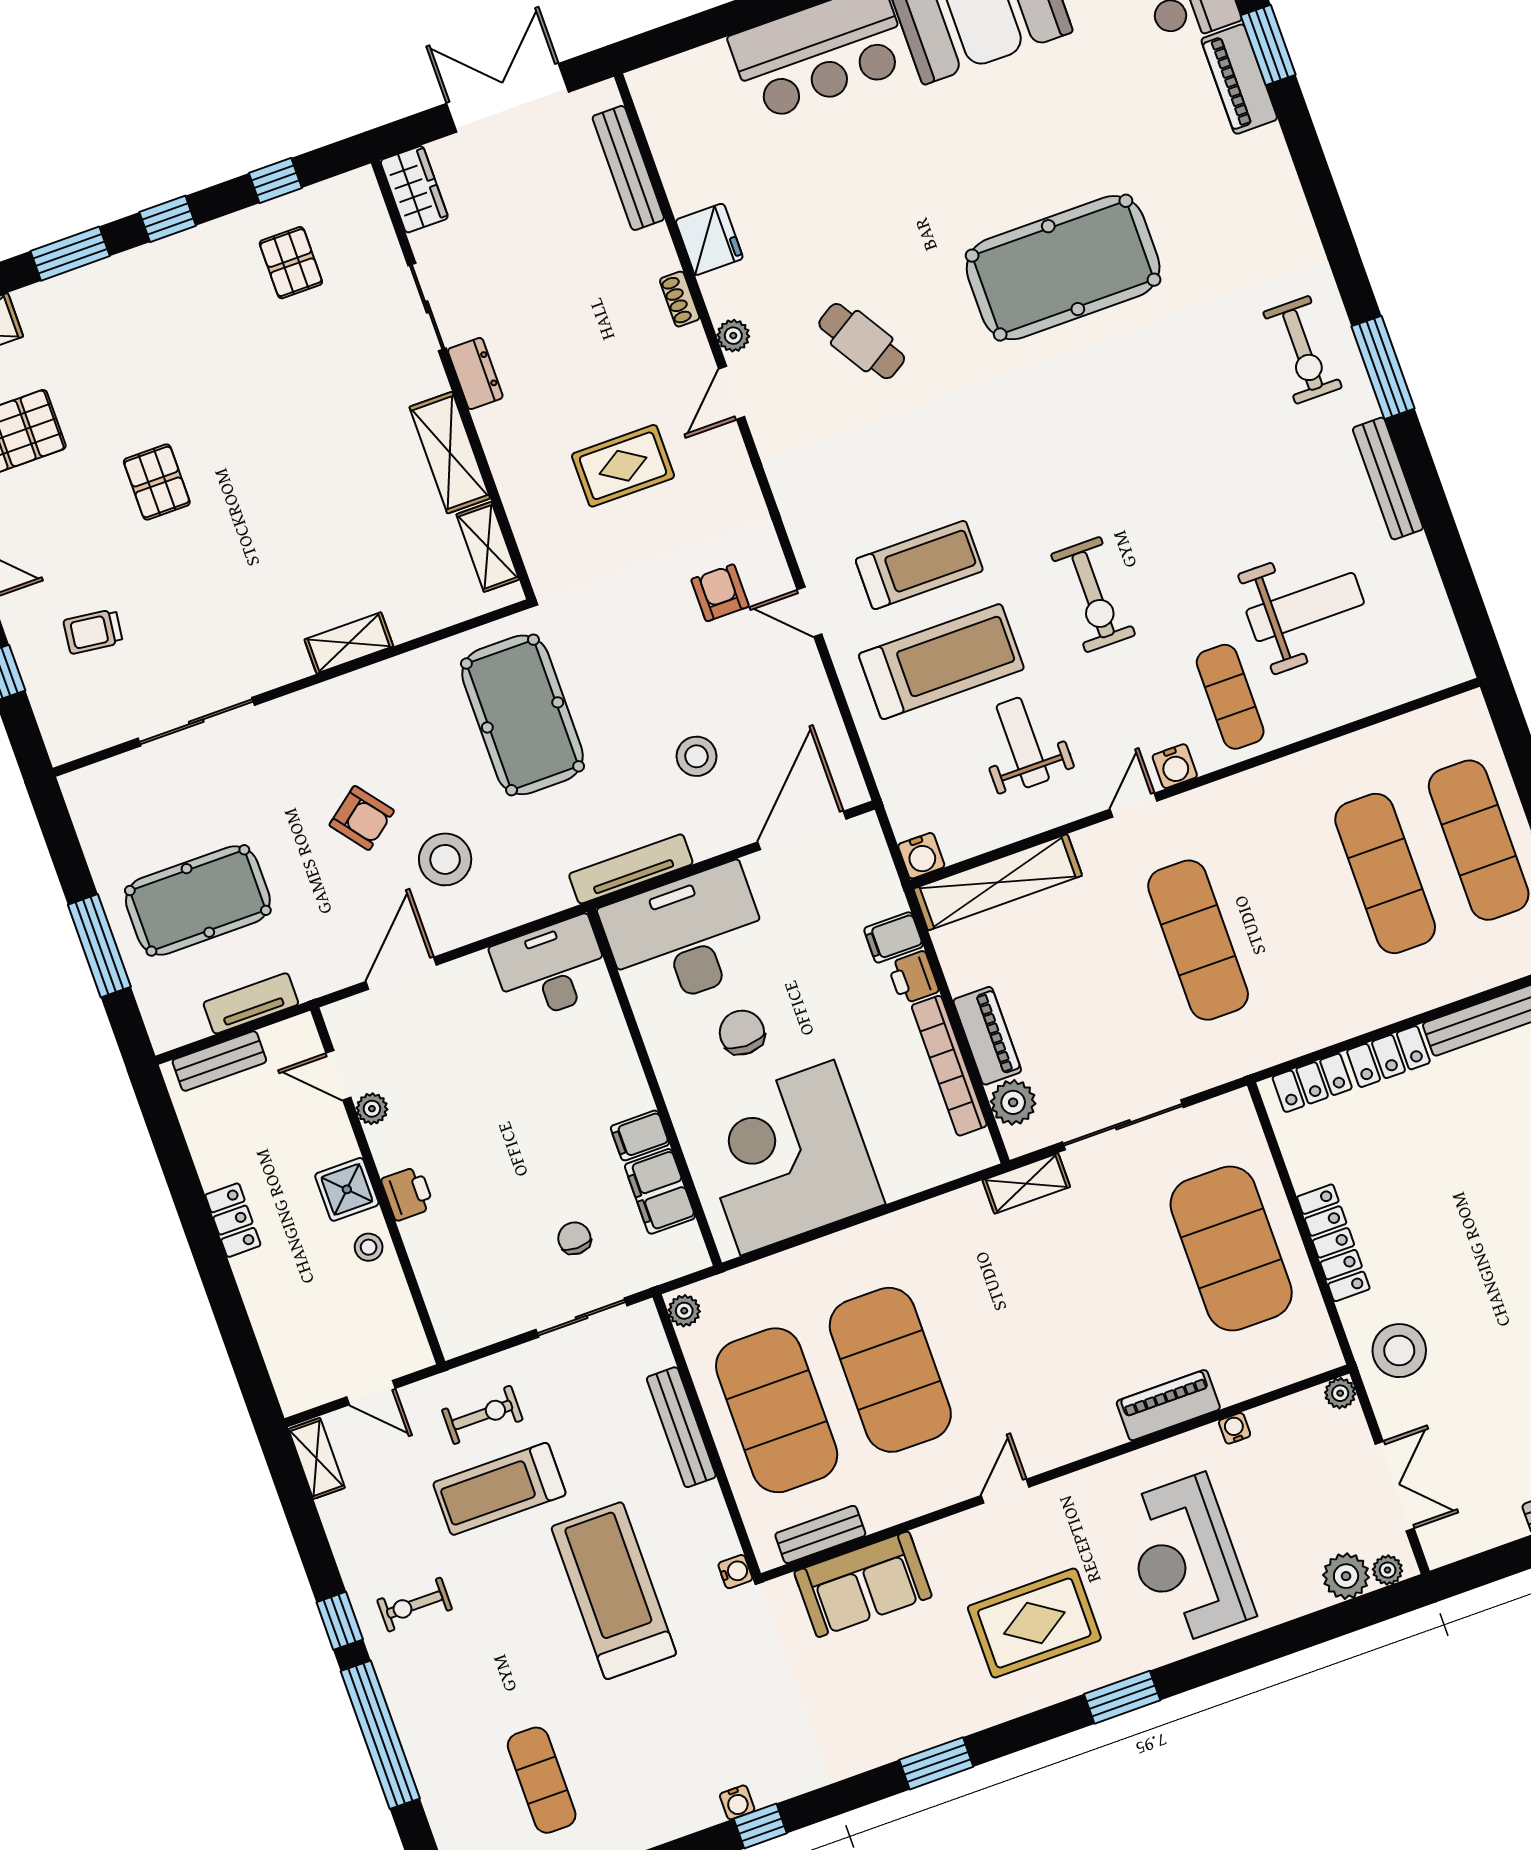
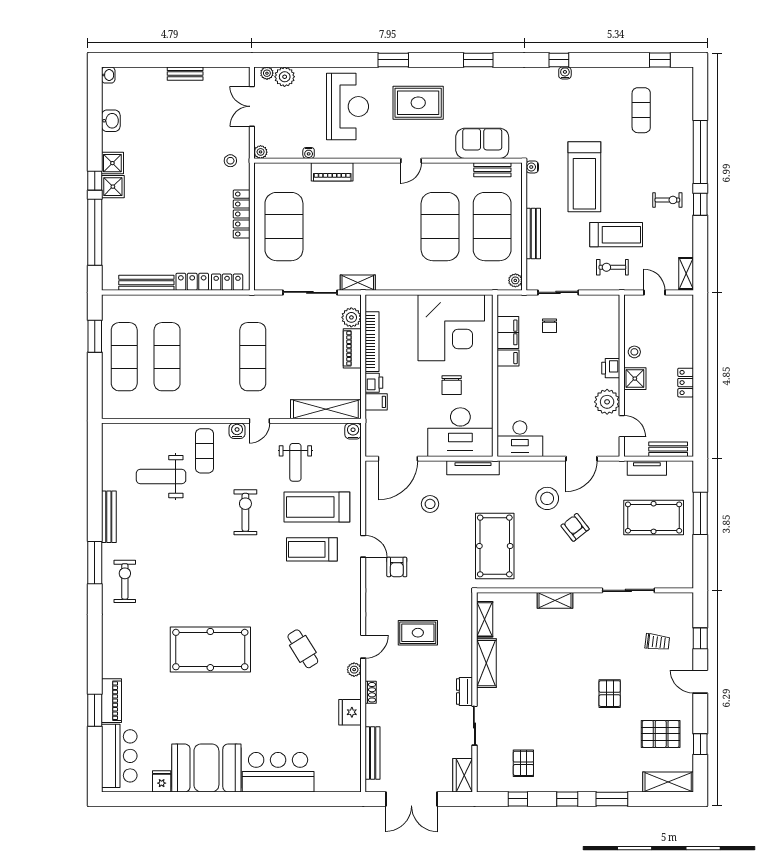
plant: (372, 1109) -> (607, 402), width x1.87, depth x1.87
stool: (1399, 1351) -> (230, 161), width x0.53, depth x0.53

